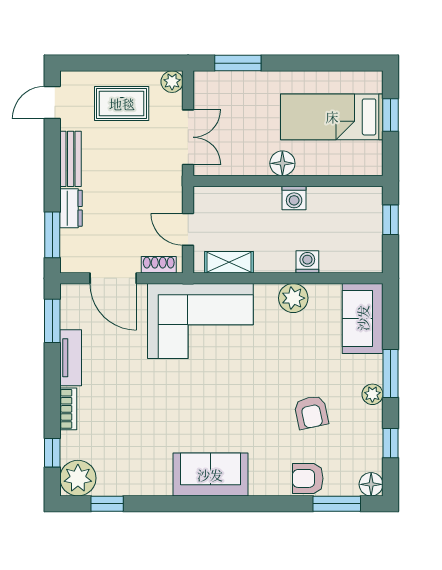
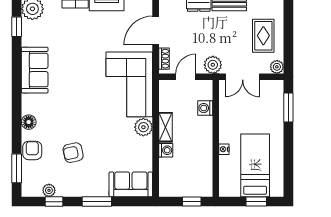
floor lamp: (282, 163) -> (227, 135), removed
nightstand: (306, 168) -> (224, 149), added
plant: (169, 186) -> (213, 65), added
washing machine: (294, 198) -> (205, 108), moved
shelving: (229, 262) -> (165, 127), moved
plant: (293, 298) -> (143, 127), moved
plant: (372, 394) -> (49, 190), moved
sofa: (210, 475) -> (35, 70), moved
floor lamp: (371, 484) -> (29, 122), moved

